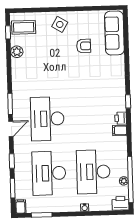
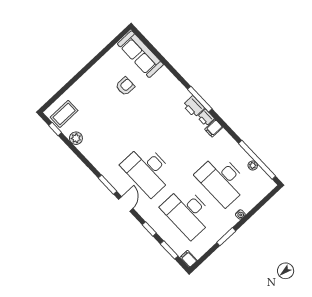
side table: (60, 24) -> (91, 86), removed
window: (128, 101) -> (200, 99), width x2.17
printer: (121, 203) -> (194, 107), moved, turned -90
window: (42, 215) -> (226, 237), moved

